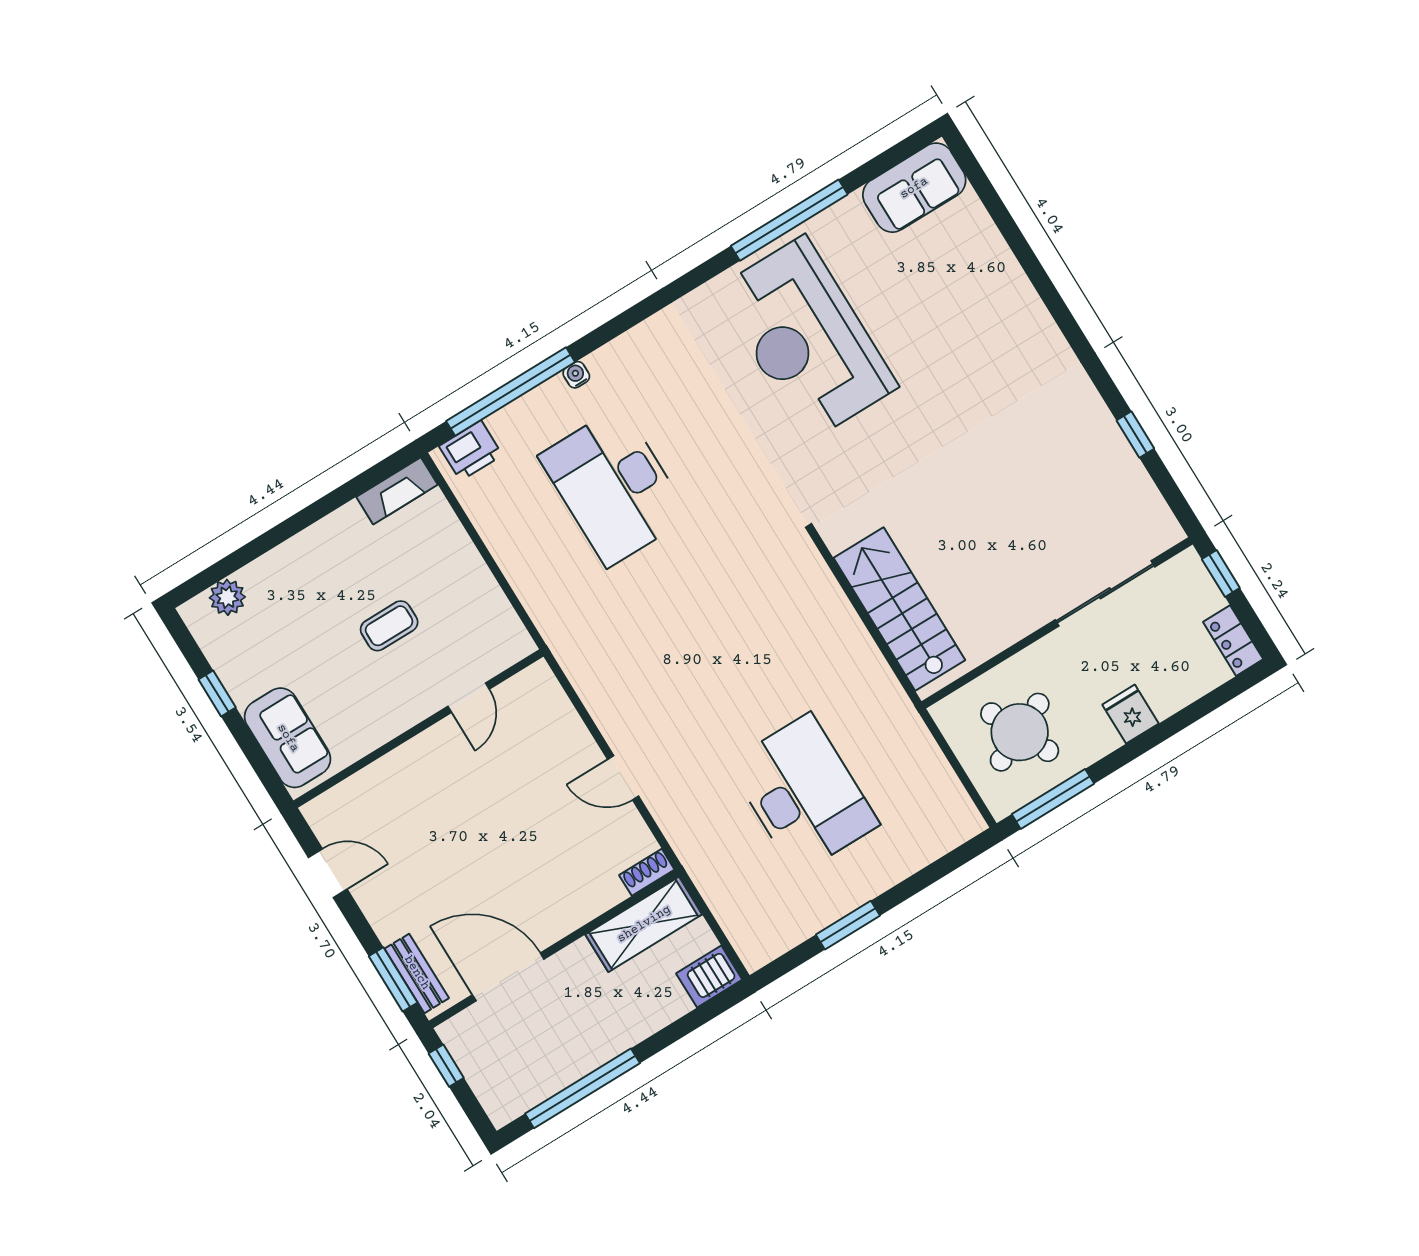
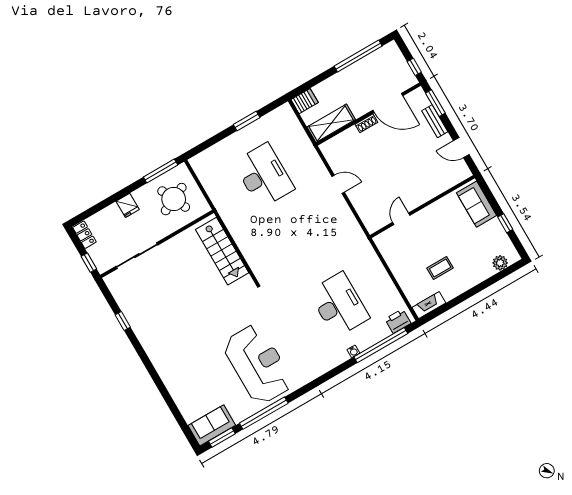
window: (889, 159) -> (222, 438), added
coffee table: (389, 626) -> (440, 268), moved
desk: (803, 794) -> (264, 176), turned 180
shoe rack: (647, 872) -> (366, 123), moved
bench: (417, 973) -> (435, 121), moved

